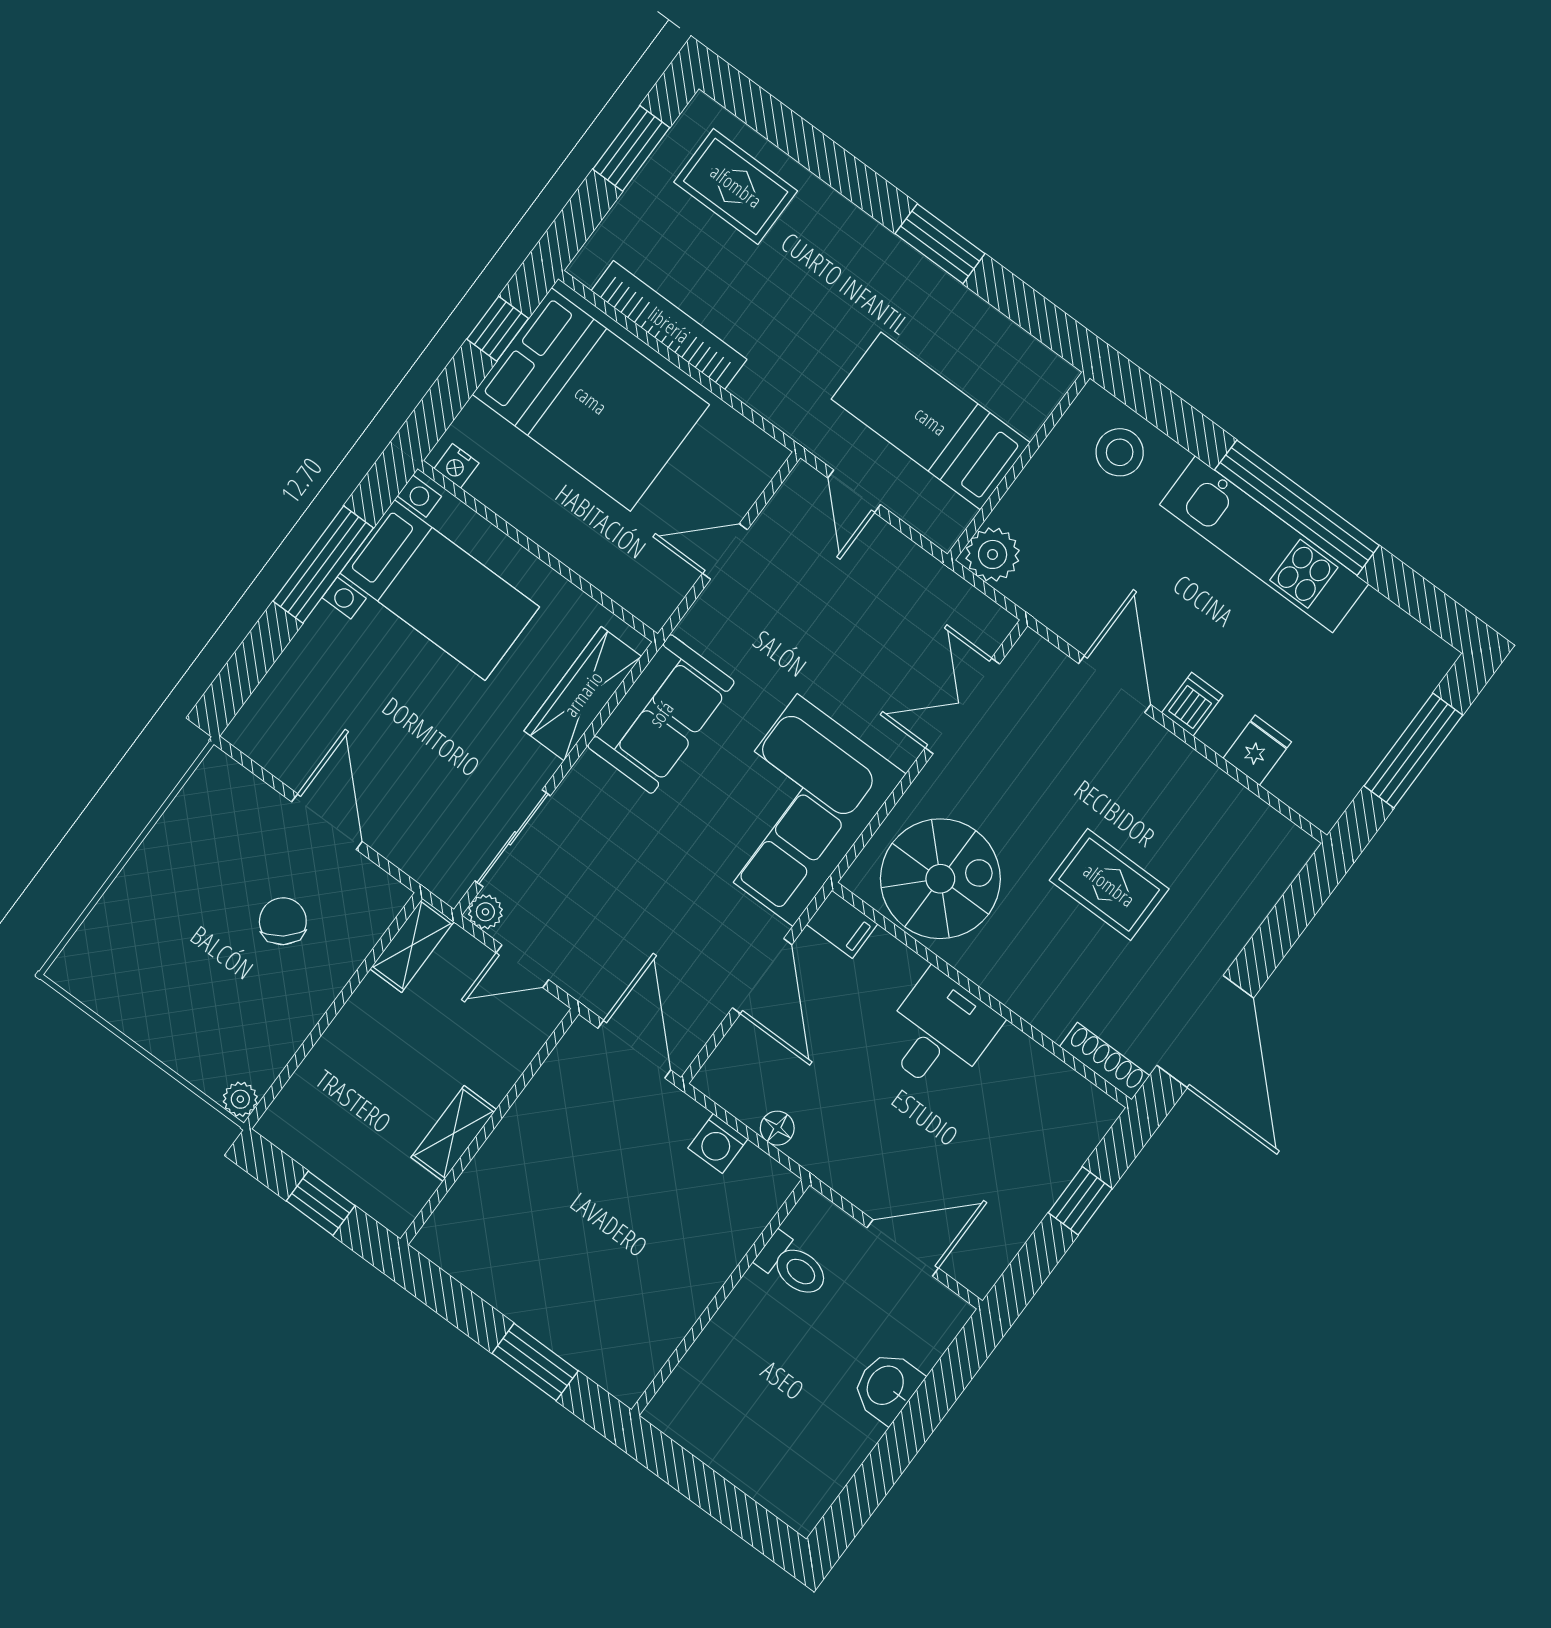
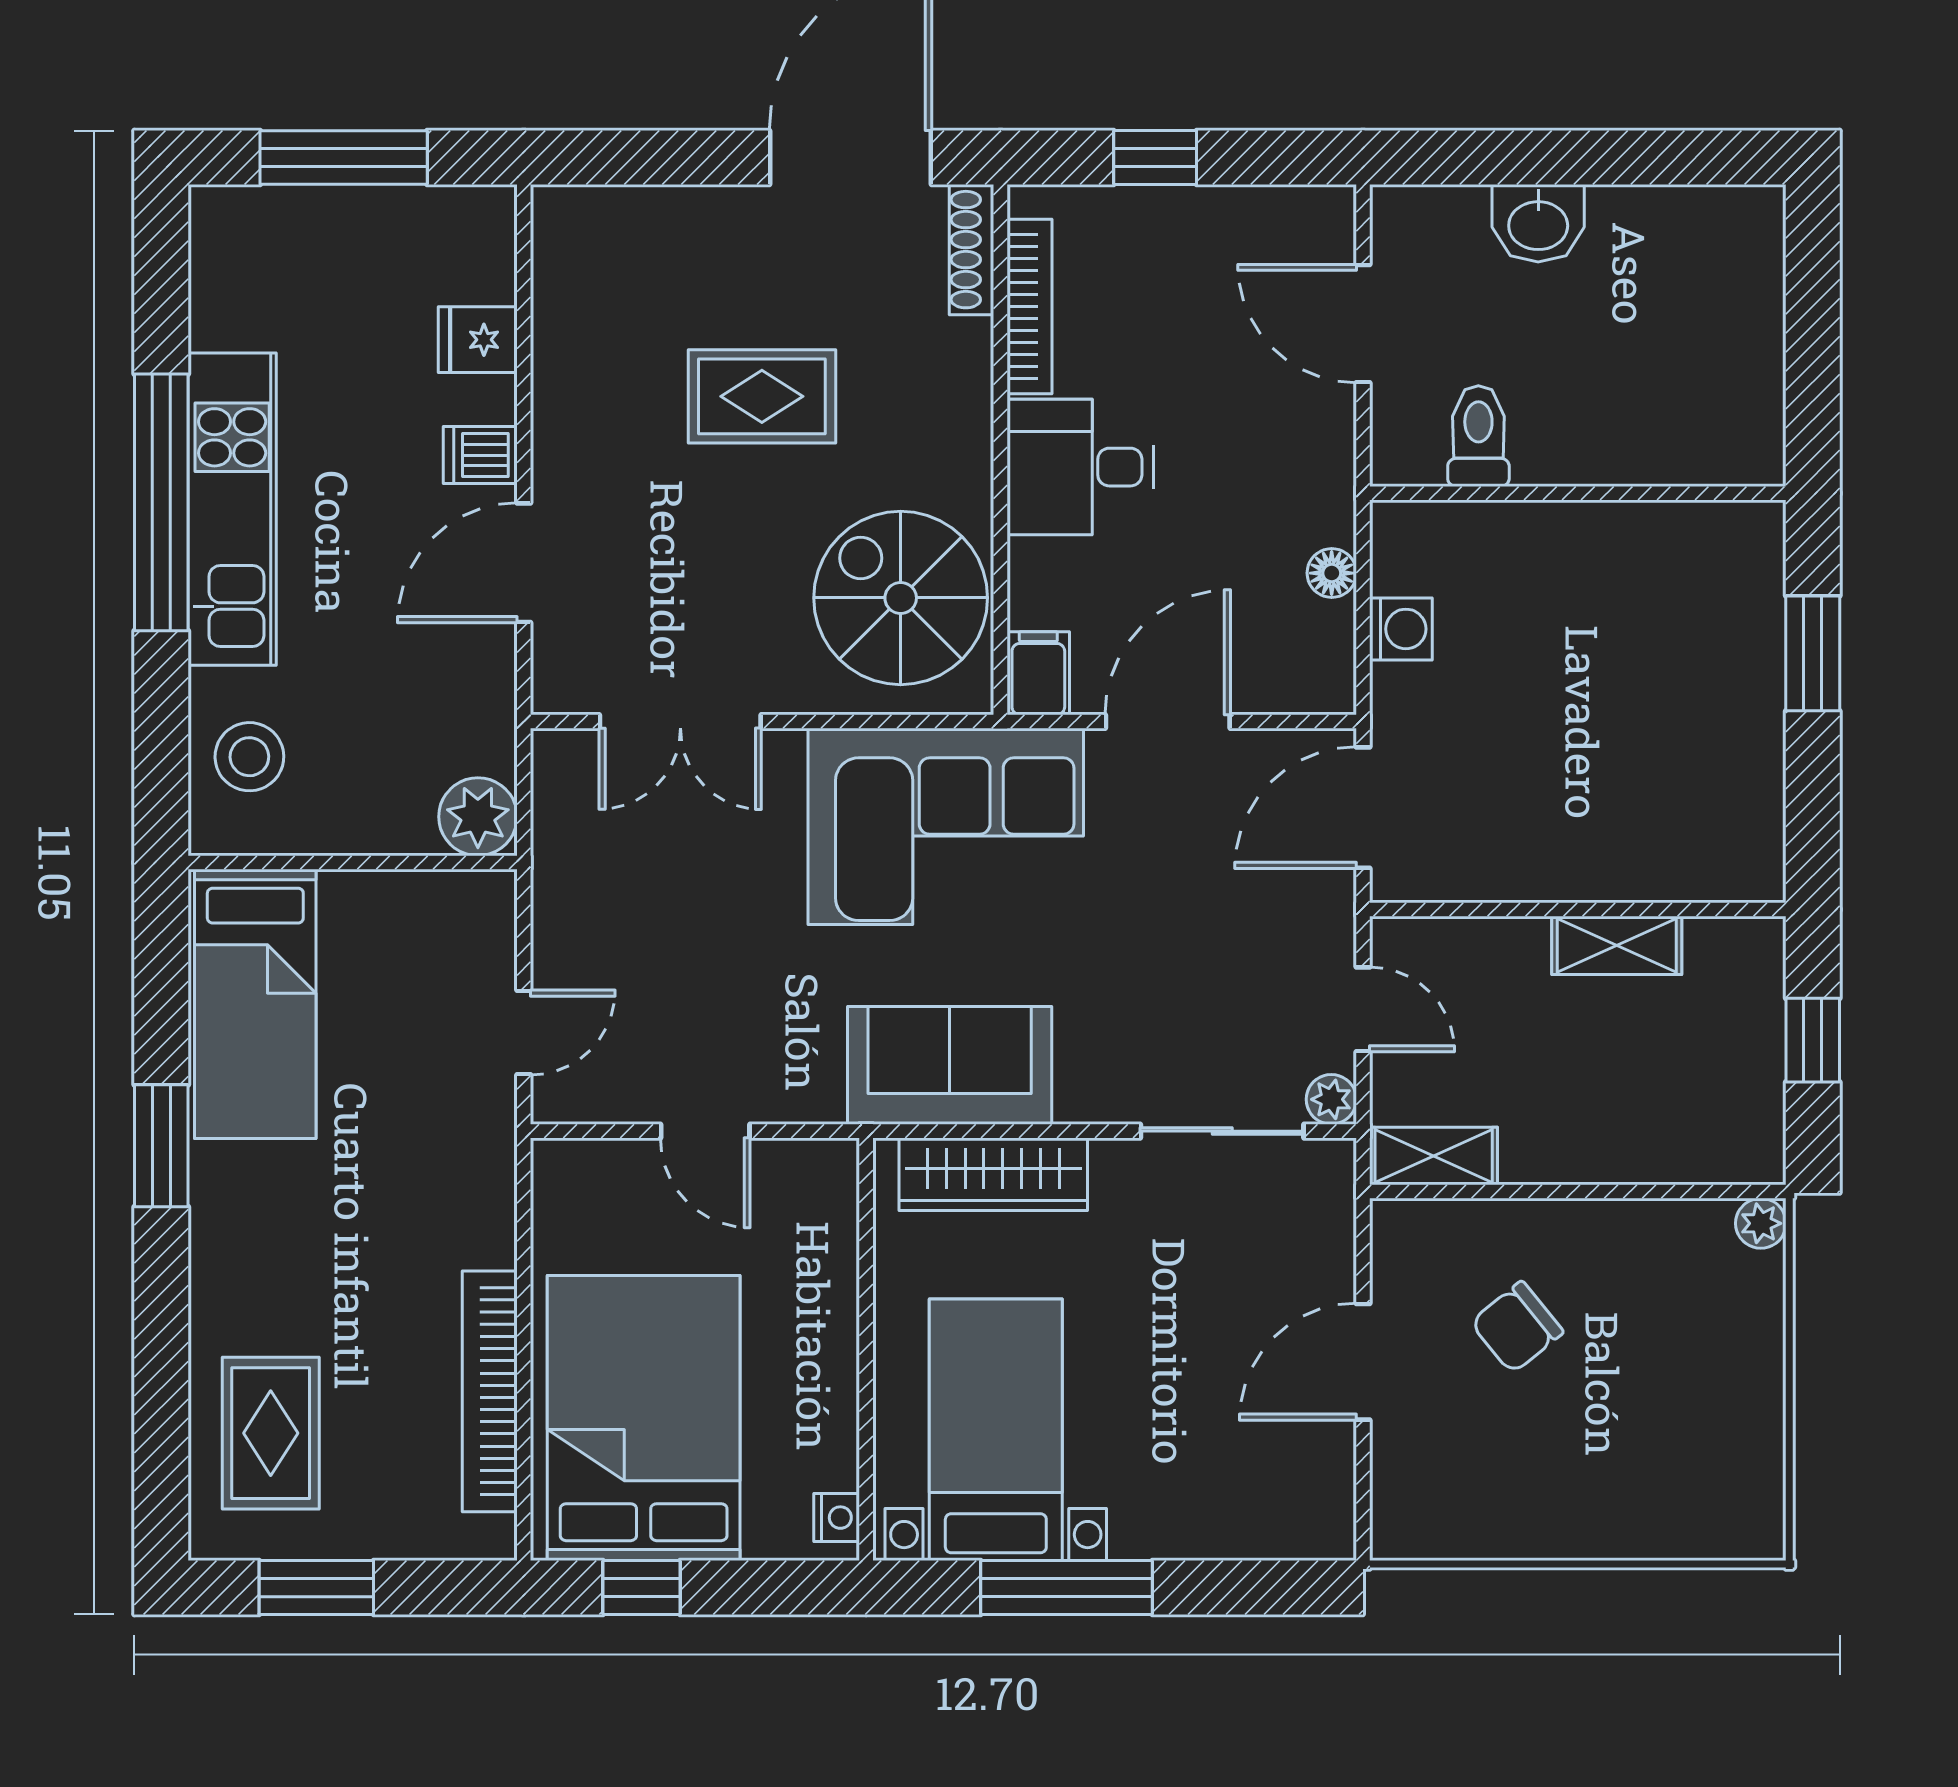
bed: (931, 421) -> (255, 1004), moved
rug: (1109, 885) -> (762, 396), turned 90
bookcase: (1049, 1070) -> (1030, 306), added

